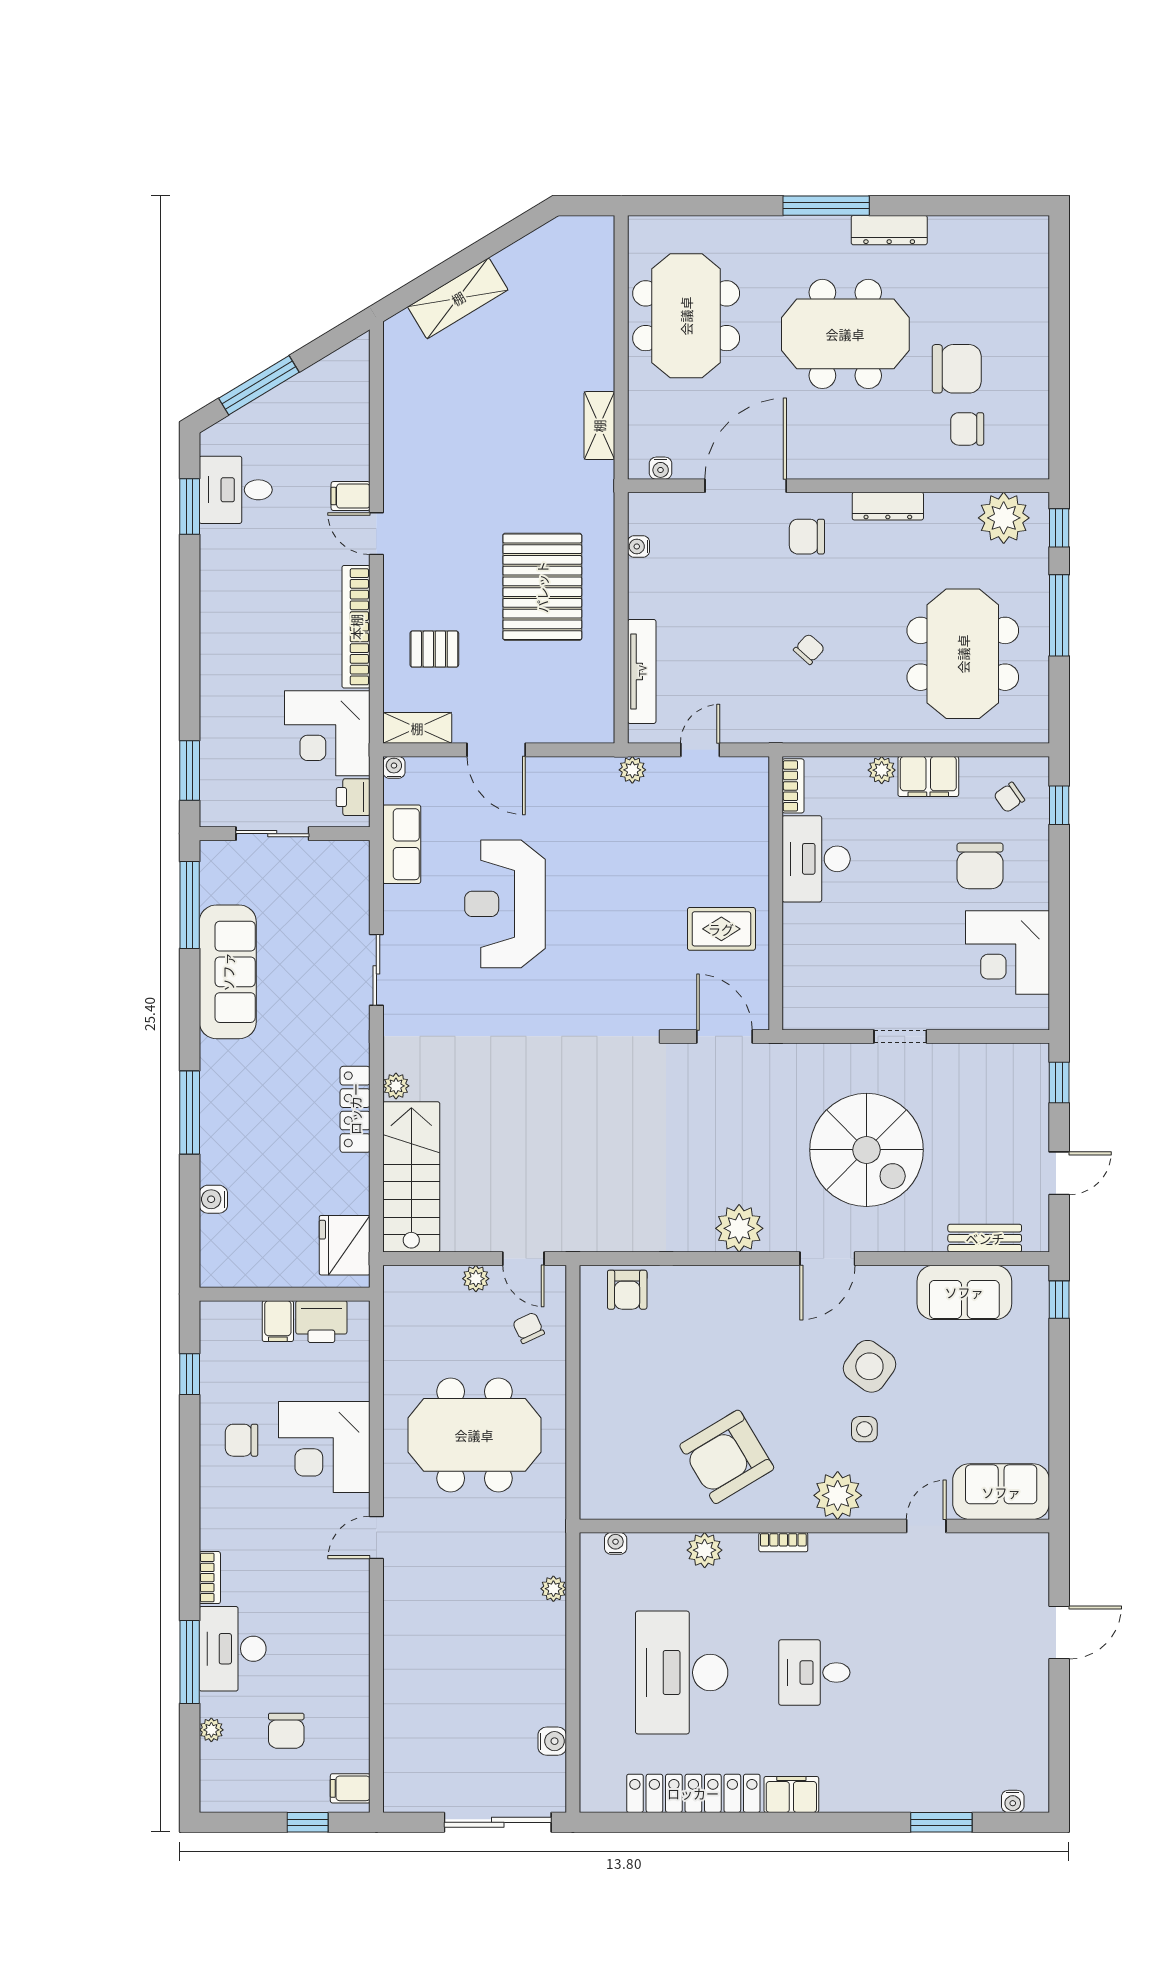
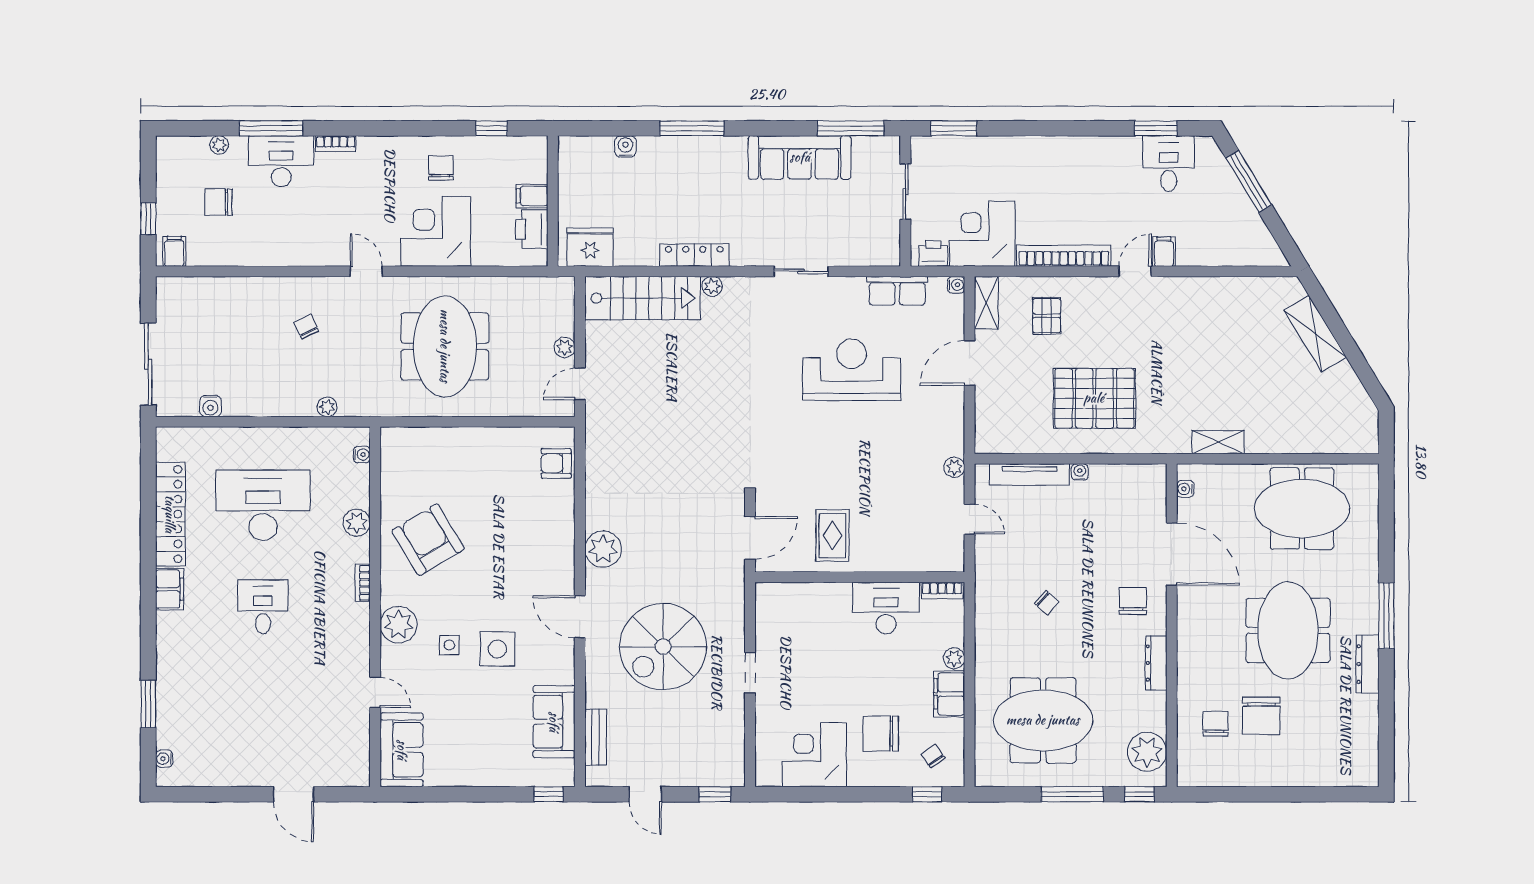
water cooler: (638, 546) -> (1080, 472), moved
chair: (529, 1328) -> (306, 327), moved, turned -90
side table: (869, 1366) -> (497, 649), turned -36

